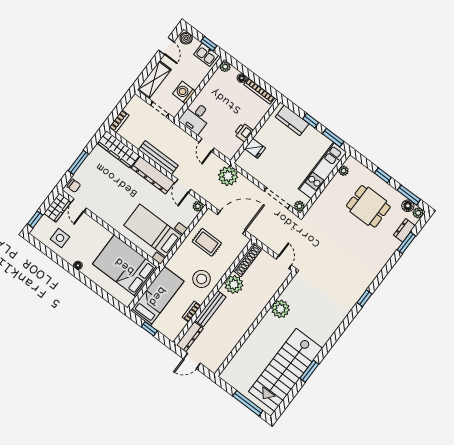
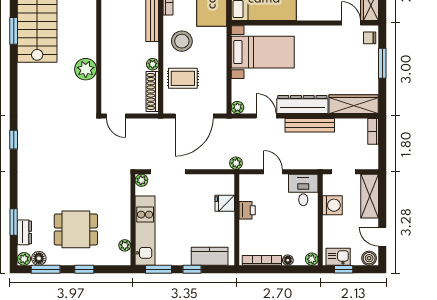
plant: (228, 176) -> (236, 163), width x0.53, depth x0.53
rug: (207, 242) -> (183, 78), moved
plant: (234, 284) -> (153, 64), width x0.53, depth x0.53

